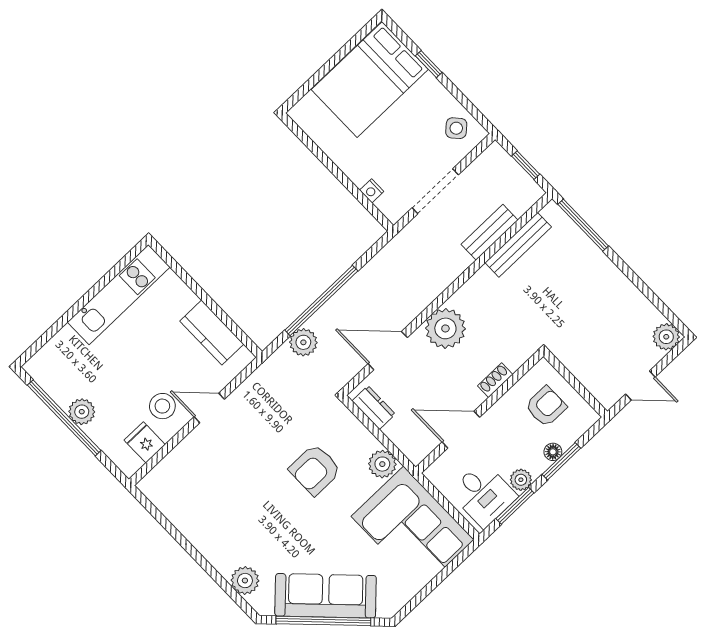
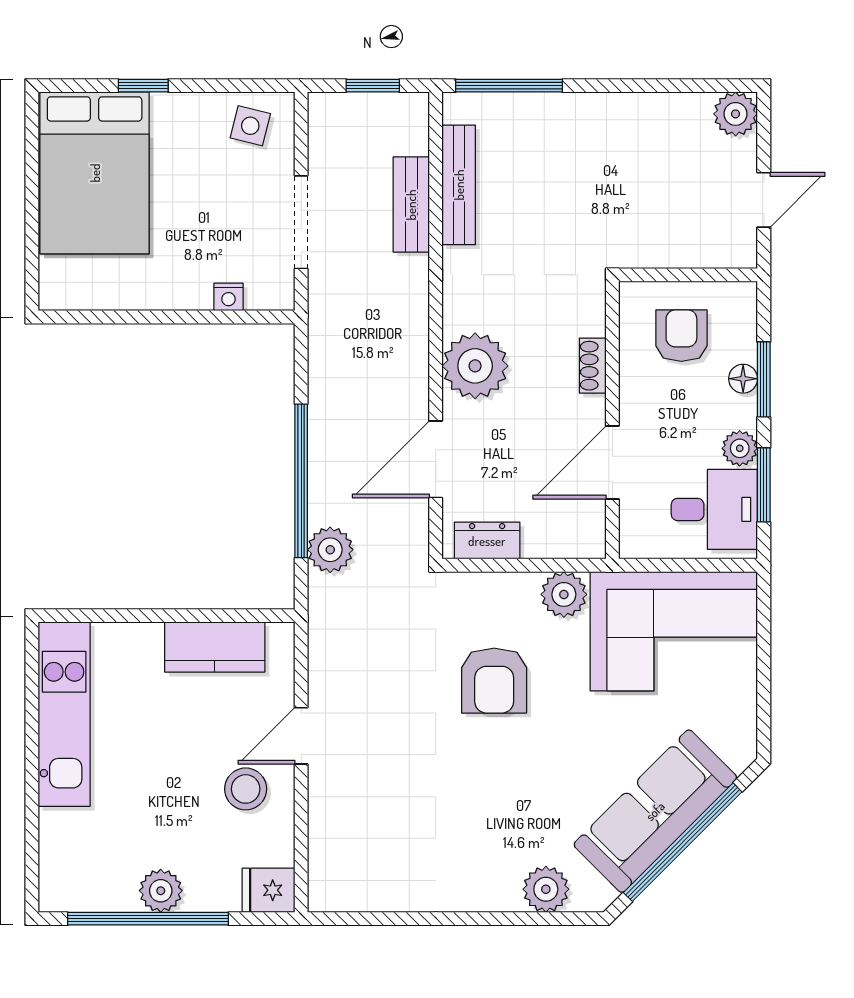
side table: (456, 128) -> (250, 126), turned -34
fridge: (145, 442) -> (268, 890), moved

